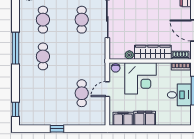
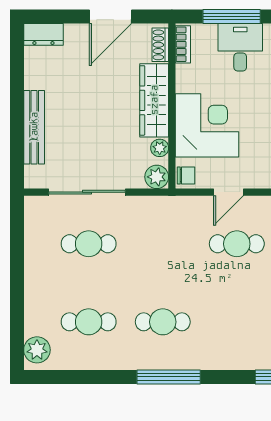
window: (16, 48) -> (169, 377), moved
plant: (115, 53) -> (157, 177), added
door: (107, 89) -> (229, 192), hinge flipped

